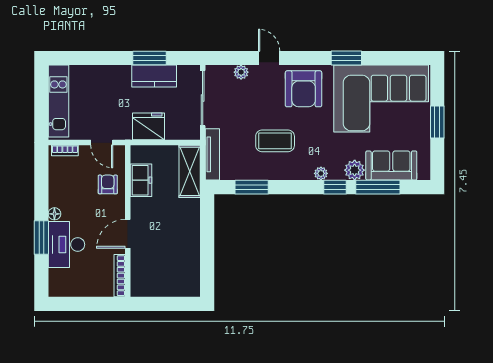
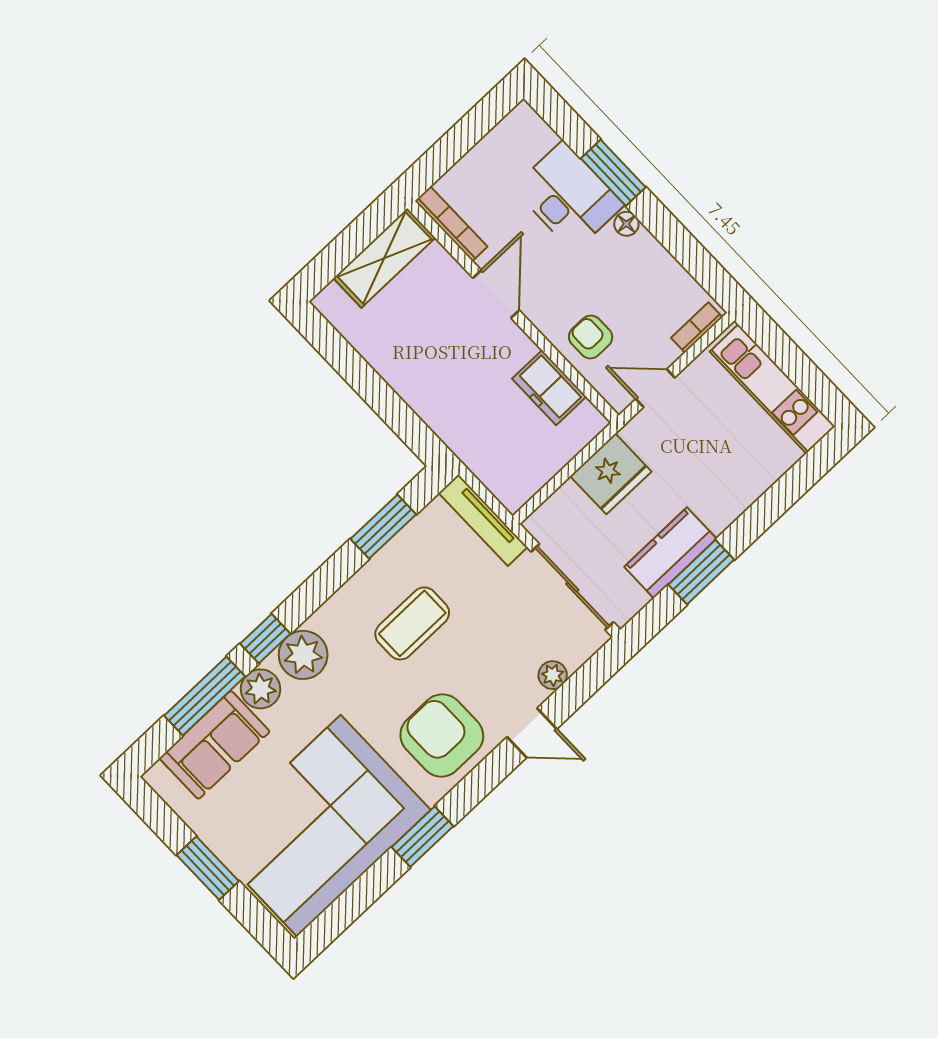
shelving: (190, 171) -> (384, 258), moved, turned 90
plant: (321, 173) -> (303, 655), width x1.87, depth x1.87
armchair: (108, 184) -> (591, 337), turned 180

